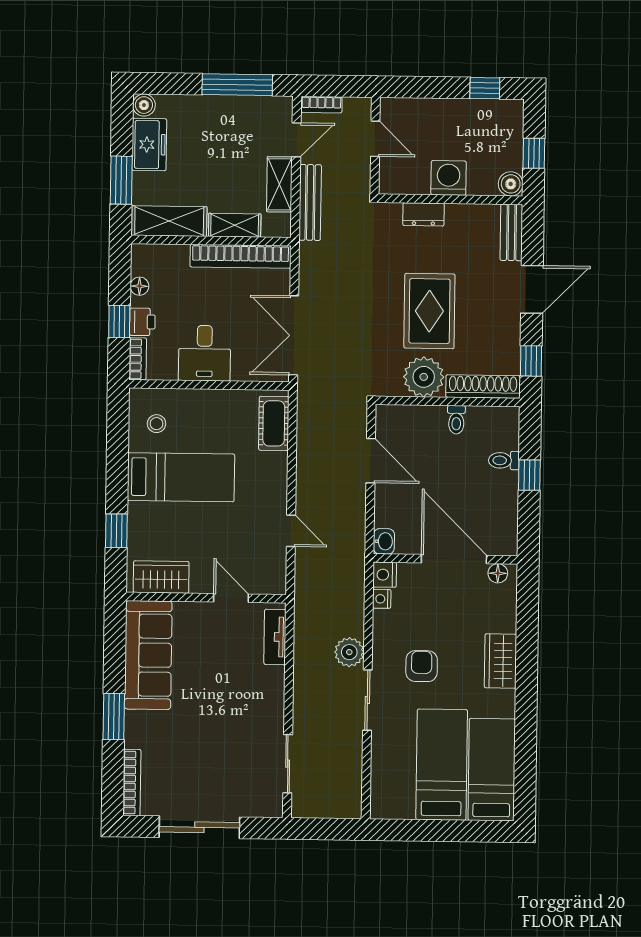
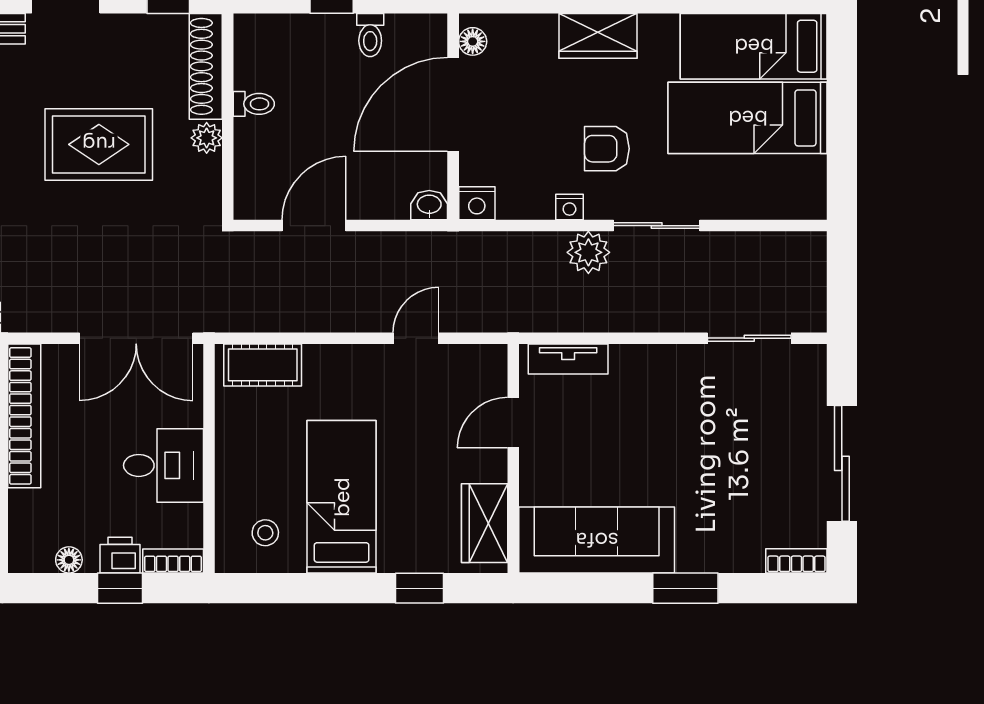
plant: (424, 377) -> (207, 138), width x0.53, depth x0.53
toilet: (504, 460) -> (370, 35), moved
nightstand: (382, 599) -> (569, 207), moved
bookcase: (132, 783) -> (796, 561), width x0.64

